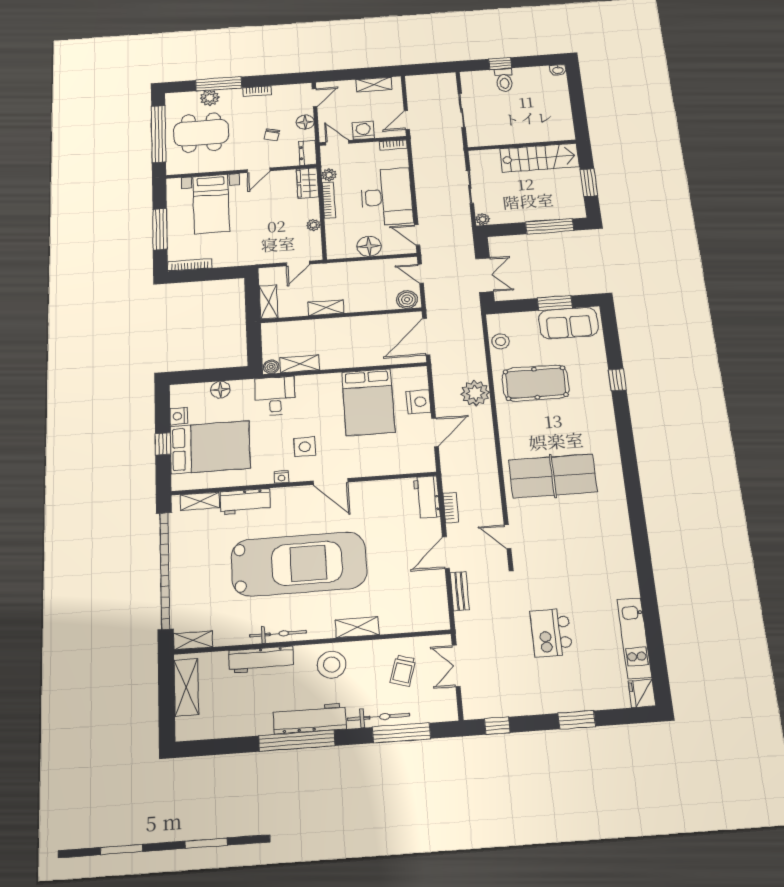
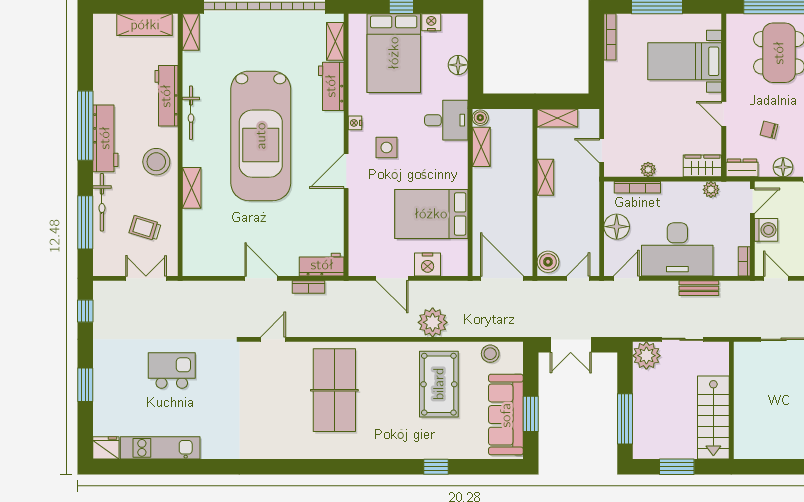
bookcase: (329, 200) -> (637, 187), moved
plant: (483, 219) -> (646, 356), width x1.87, depth x1.87
sofa: (568, 323) -> (506, 415), width x1.36
bench: (460, 591) -> (699, 288), moved

